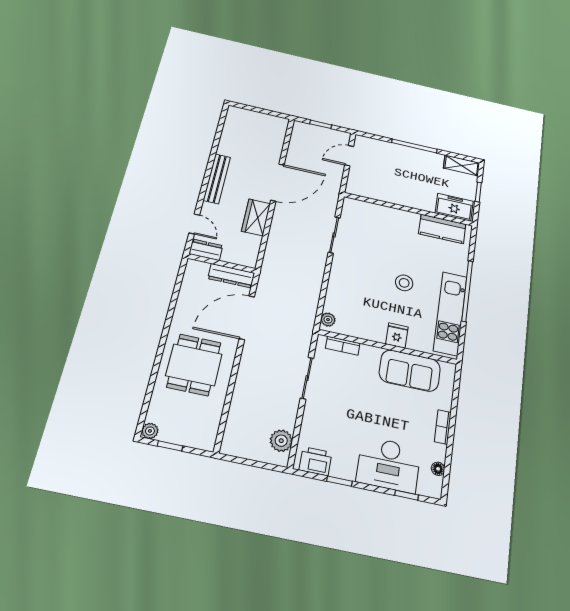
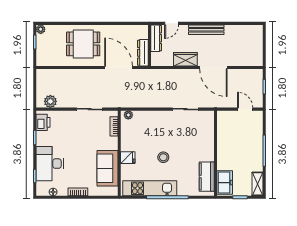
dresser: (206, 250) -> (156, 38), width x1.44

